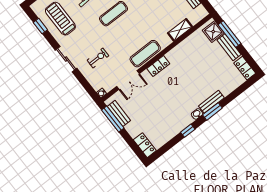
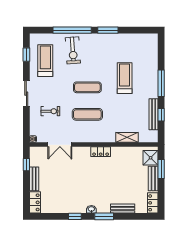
window: (229, 34) -> (161, 169), width x0.69
exercise mat: (145, 54) -> (87, 114), moved
locker: (158, 66) -> (101, 152), moved
bench: (211, 102) -> (123, 209), moved
bench: (119, 113) -> (34, 179), moved
window: (113, 119) -> (26, 165), width x0.46

